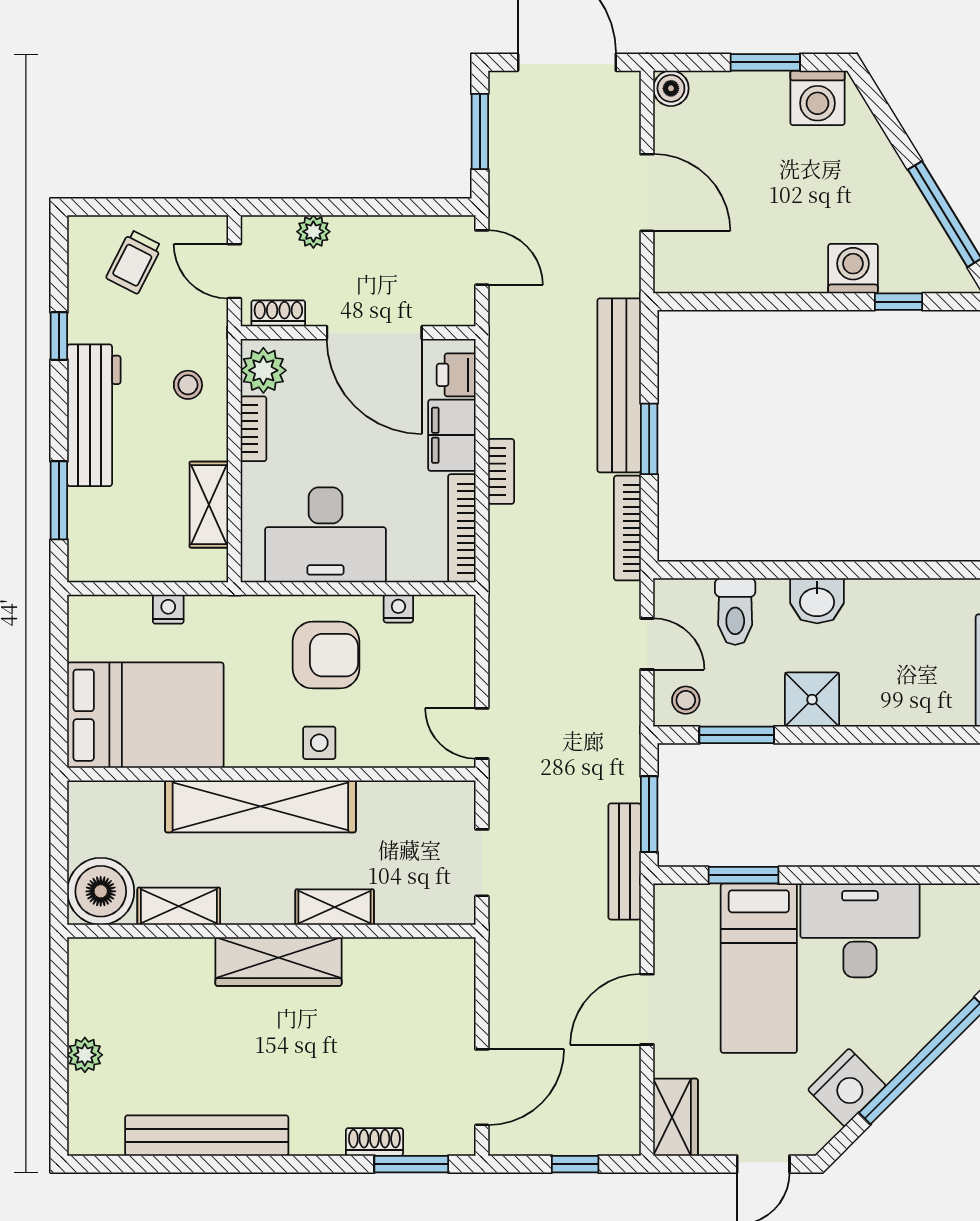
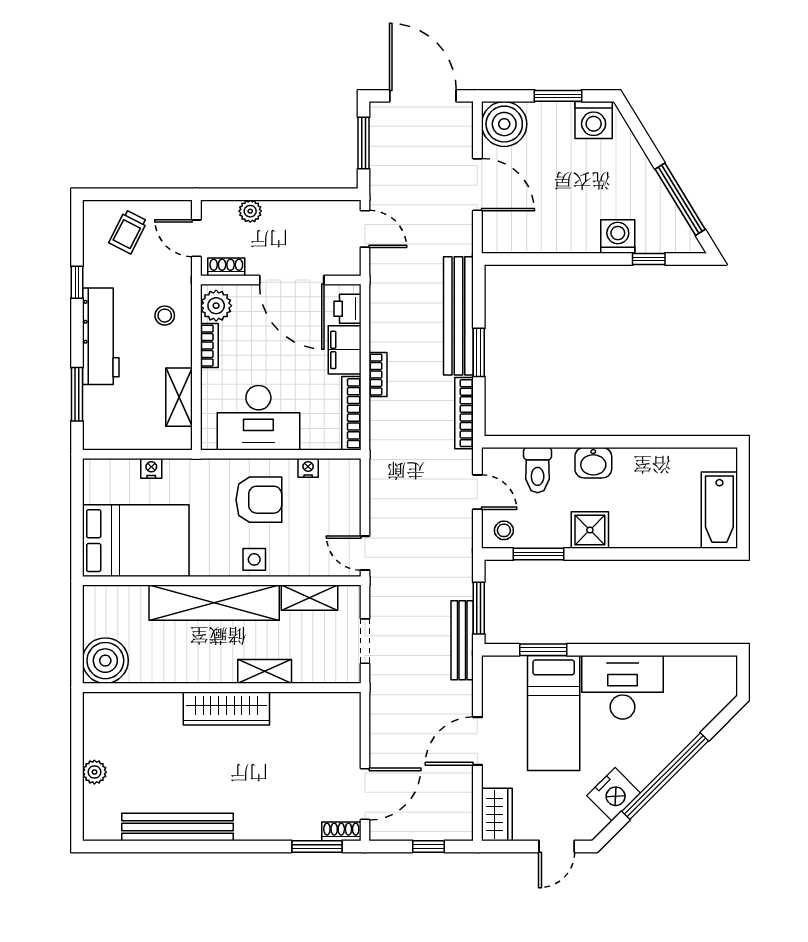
boiler: (671, 88) -> (504, 124), width x1.86, depth x1.86
shelving: (179, 906) -> (310, 598), moved
shoe rack: (374, 1142) -> (341, 831), moved

